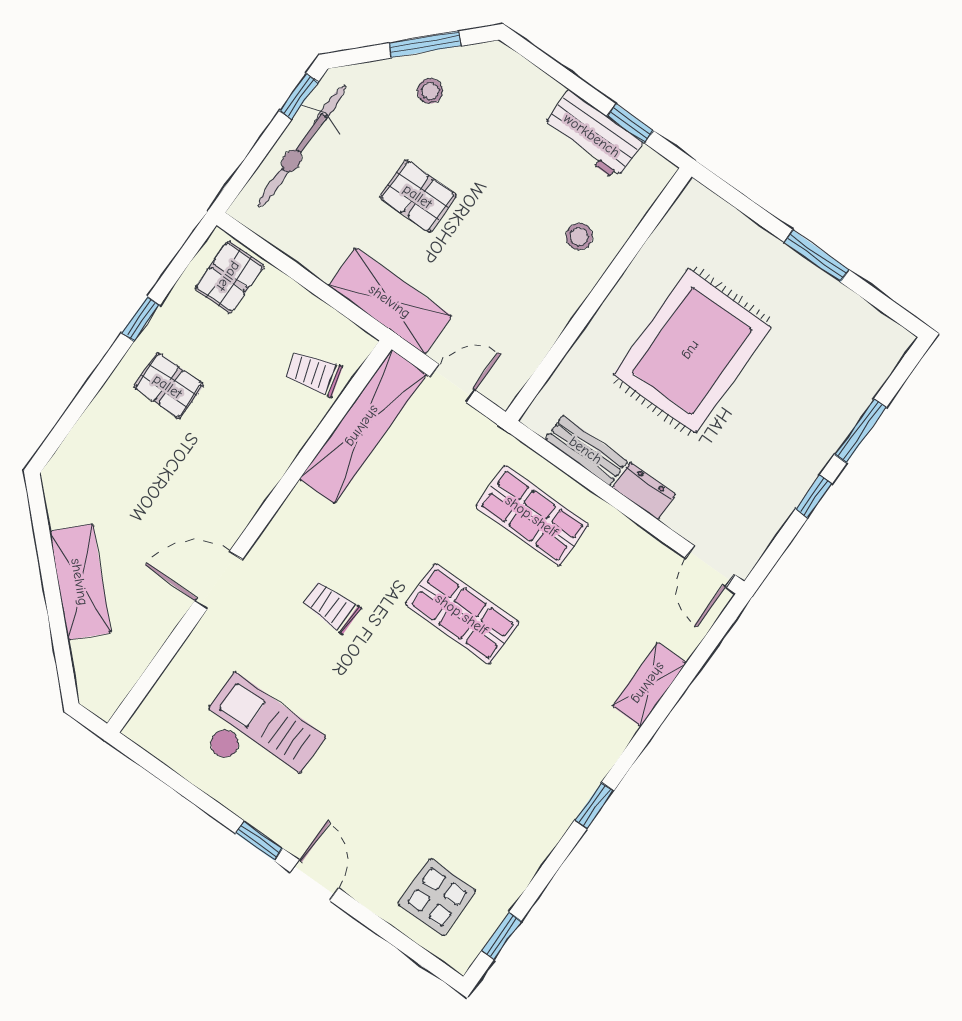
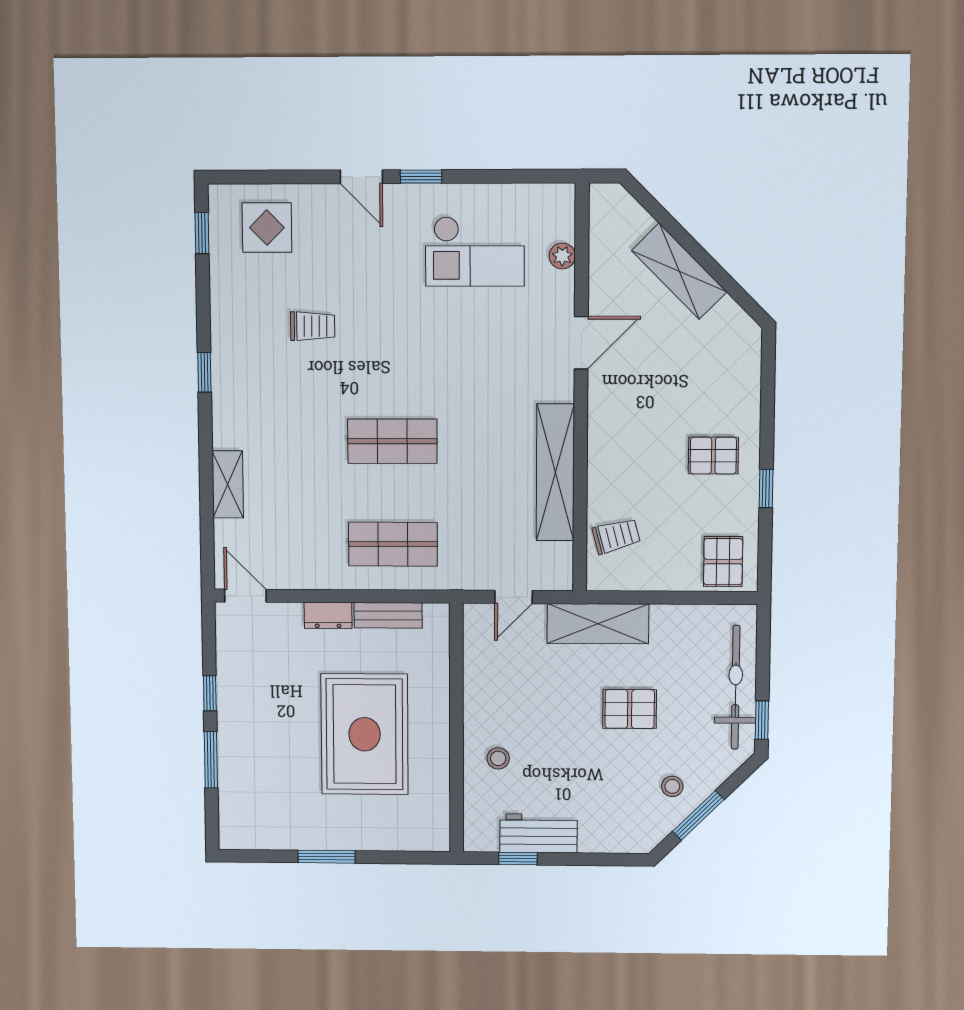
shelving: (363, 427) -> (555, 472), moved
trolley: (331, 607) -> (313, 326), moved
plant: (179, 674) -> (562, 256), added

